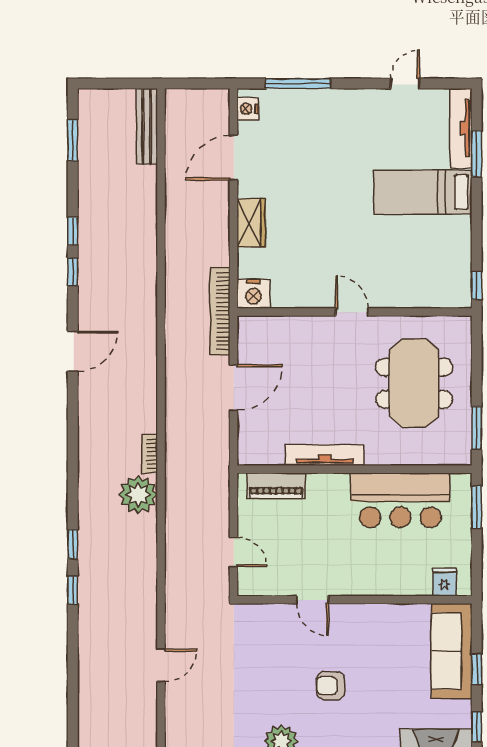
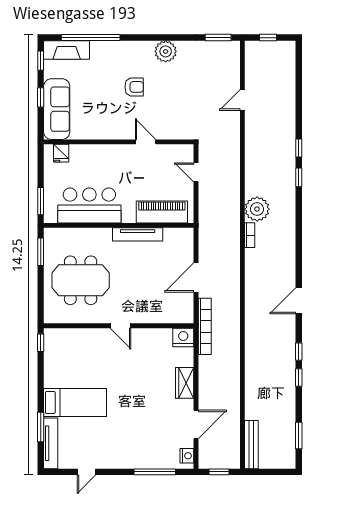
window: (198, 84) -> (219, 472), added
meeting table: (414, 383) -> (81, 280), turned 90
piano: (276, 486) -> (162, 212), width x1.37, depth x1.33

